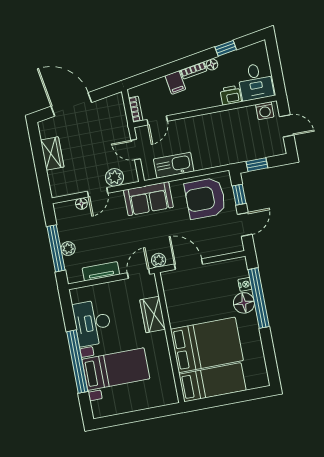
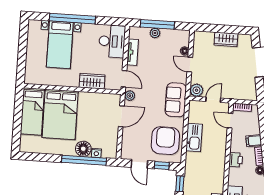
printer: (231, 95) -> (236, 160), moved
kitchen sink: (174, 165) -> (194, 137), moved
plant: (115, 177) -> (197, 90), moved
desk: (92, 323) -> (112, 41), moved, turned 90

